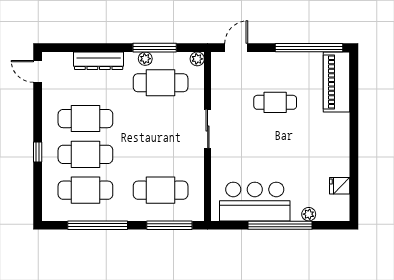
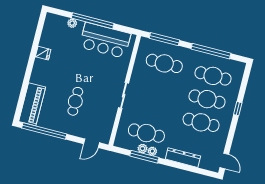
plant: (197, 59) -> (143, 149), moved
cafe table: (275, 102) -> (75, 101), turned 90
fridge: (340, 186) -> (43, 53), moved

